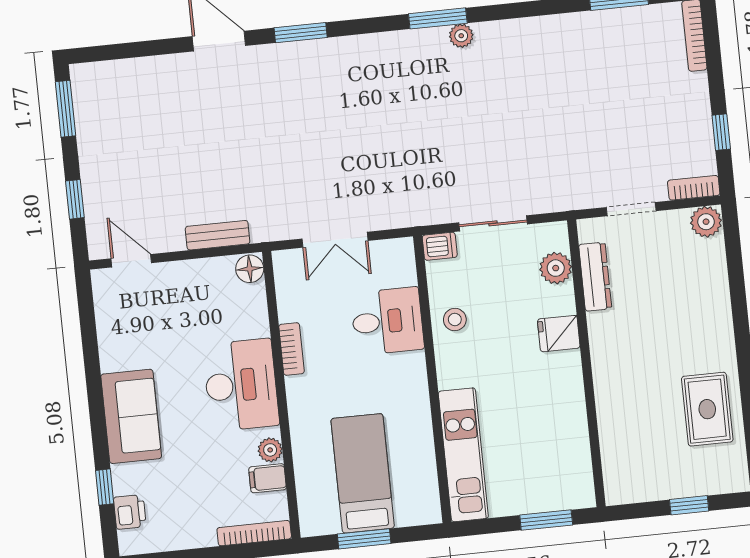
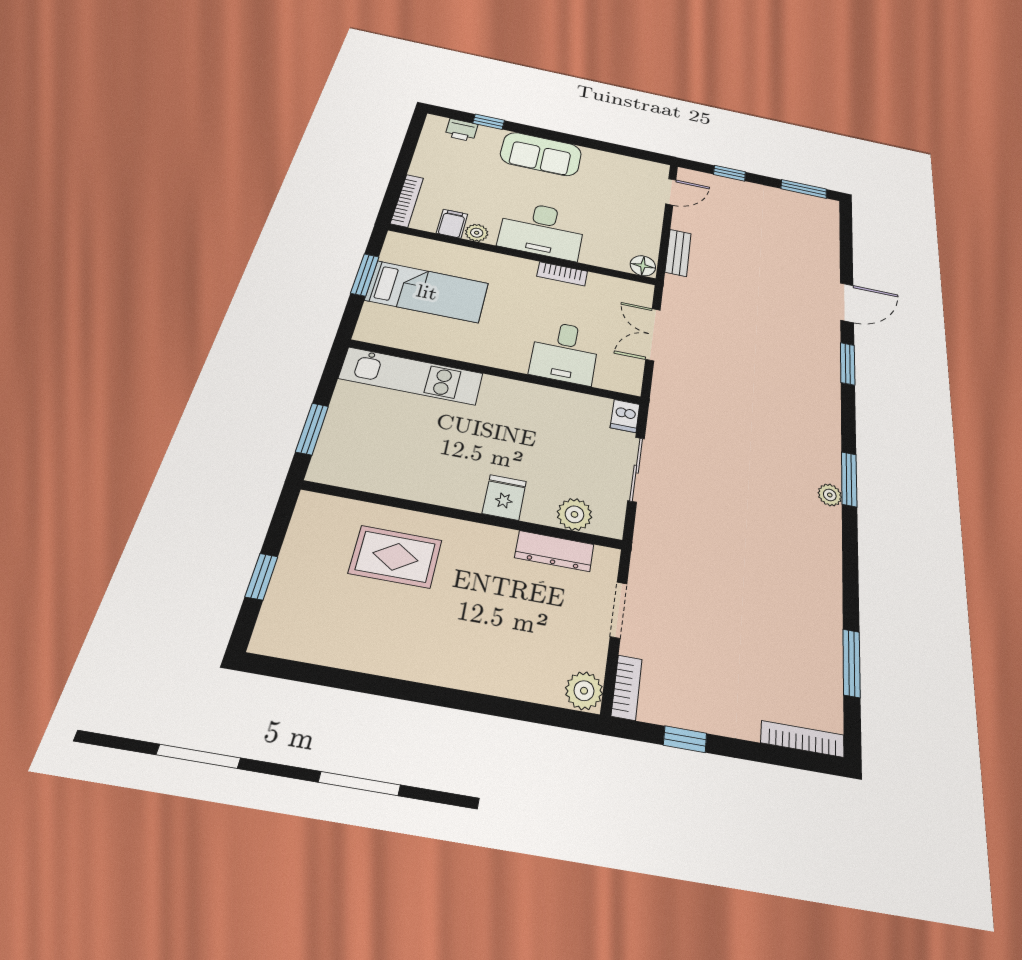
stool: (455, 320) -> (549, 408), removed
rug: (707, 409) -> (395, 557), moved

